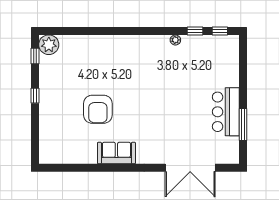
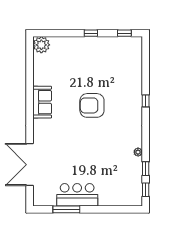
window: (115, 31) -> (146, 101), added
plant: (49, 45) -> (41, 45), moved
armchair: (98, 109) -> (92, 105), moved

